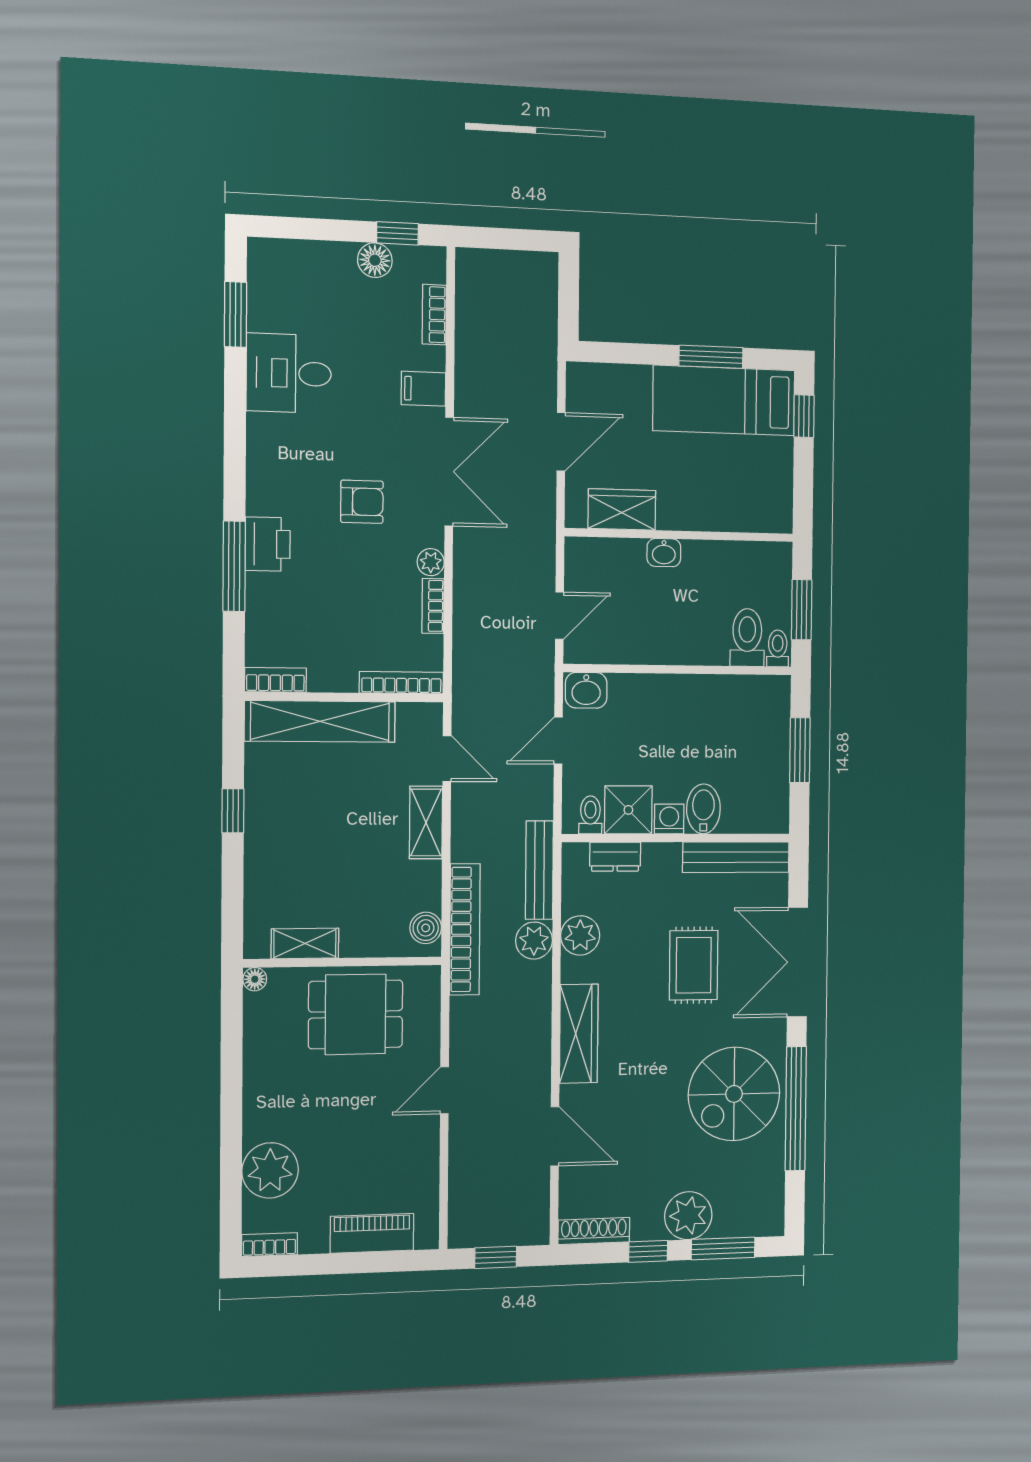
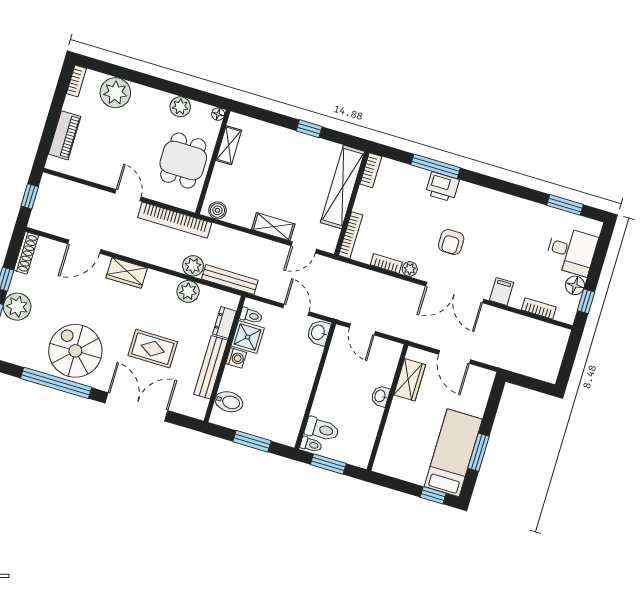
desk: (289, 373) -> (571, 251), moved, turned 90
bidet: (703, 809) -> (229, 402), moved
bench: (736, 857) -> (211, 367), moved
bookcase: (465, 929) -> (175, 220), moved
wardrobe: (579, 1034) -> (127, 273), width x0.67
plant: (261, 1049) -> (180, 107), added

